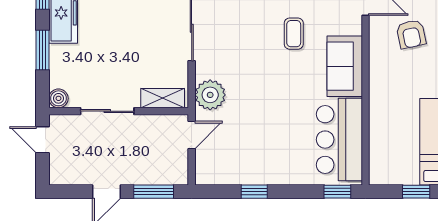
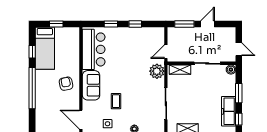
armchair: (411, 34) -> (66, 84), moved
window: (337, 192) -> (111, 24), moved

